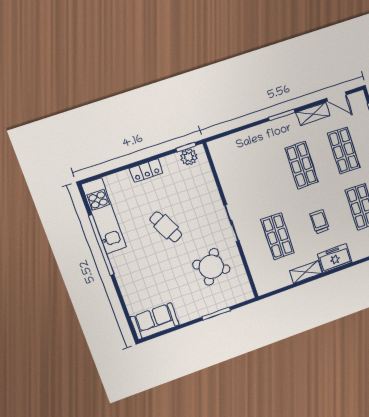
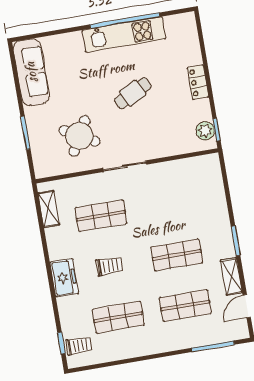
kitchen unit: (104, 216) -> (124, 35), moved
shelving: (306, 272) -> (49, 209), moved
sofa: (155, 321) -> (31, 72), width x1.36

